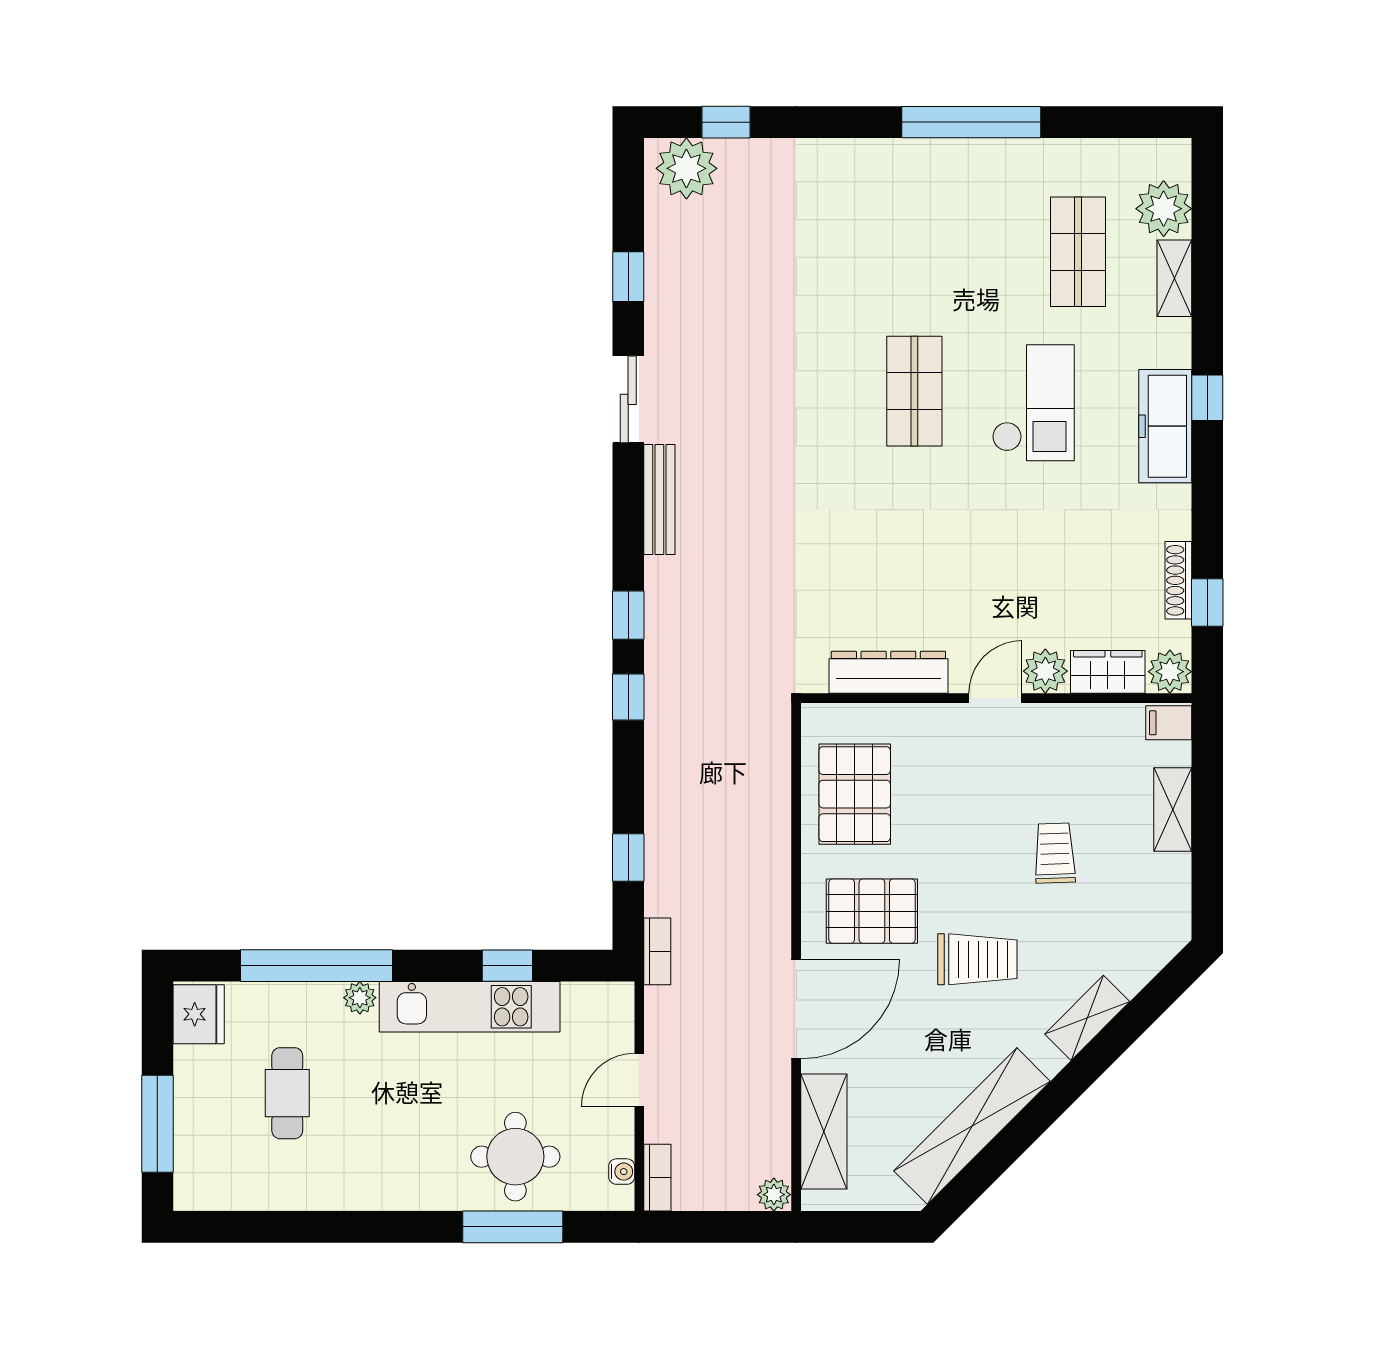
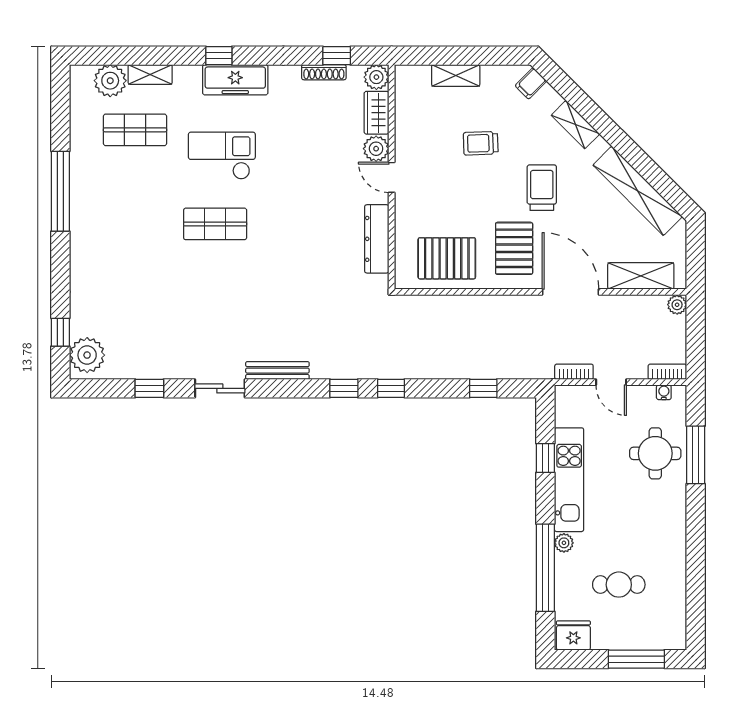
filing cabinet: (1169, 723) -> (531, 83), moved, turned 45
bookcase: (657, 951) -> (574, 372), moved

